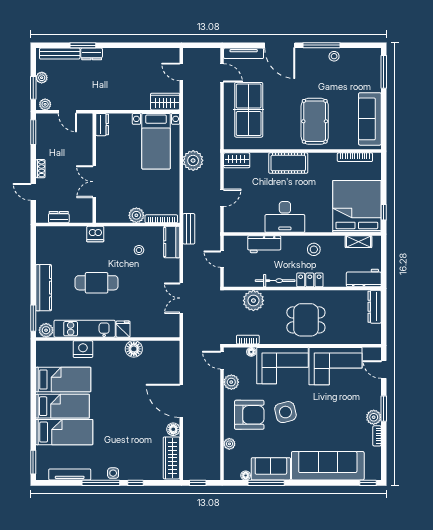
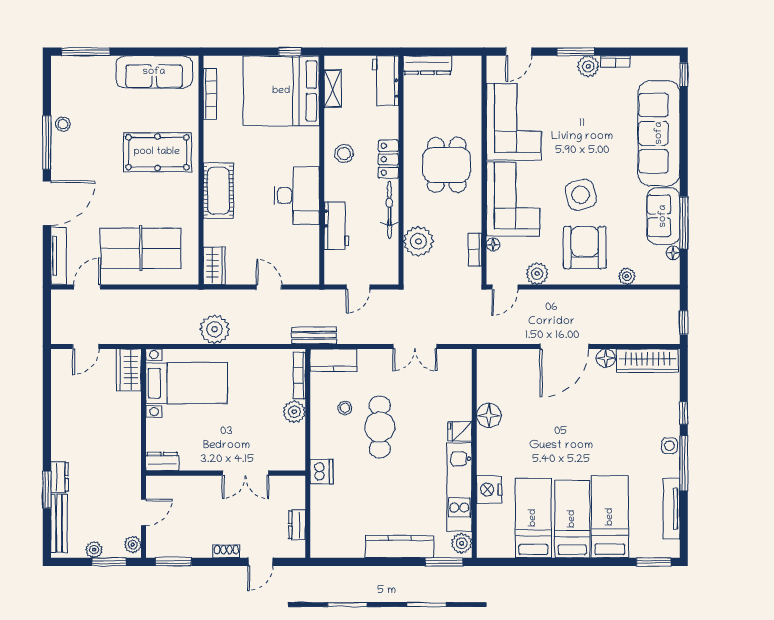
cafe table: (97, 283) -> (380, 427), moved

